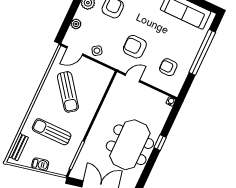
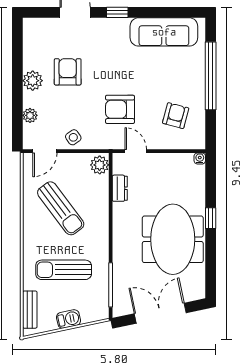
armchair: (168, 67) -> (176, 116), turned 105
plant: (105, 76) -> (100, 165), added
door: (132, 78) -> (136, 151), hinge flipped
dresser: (111, 97) -> (120, 188), added

